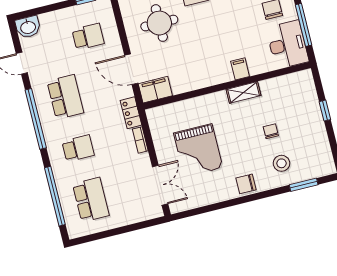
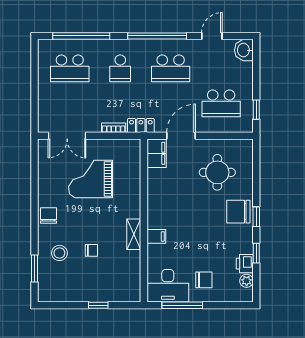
school desk: (88, 37) -> (221, 103), width x1.85

